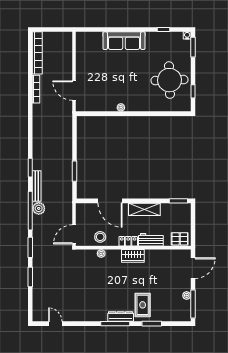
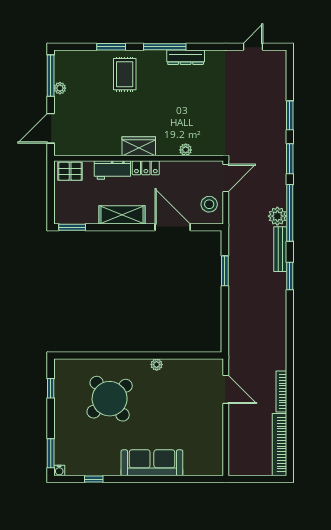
round table: (169, 80) -> (110, 399), moved, turned -37
stool: (100, 237) -> (209, 204), moved
dresser: (121, 316) -> (186, 57), moved
door: (55, 324) -> (253, 47), swing flipped

